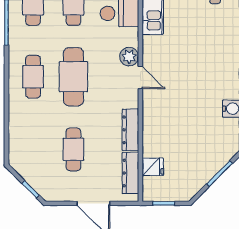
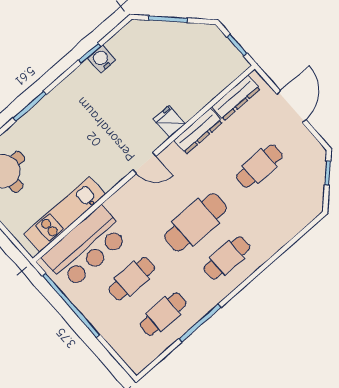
plant: (129, 57) -> (135, 189), removed
door: (140, 77) -> (145, 163), swing flipped
fridge: (153, 167) -> (169, 122), moved

